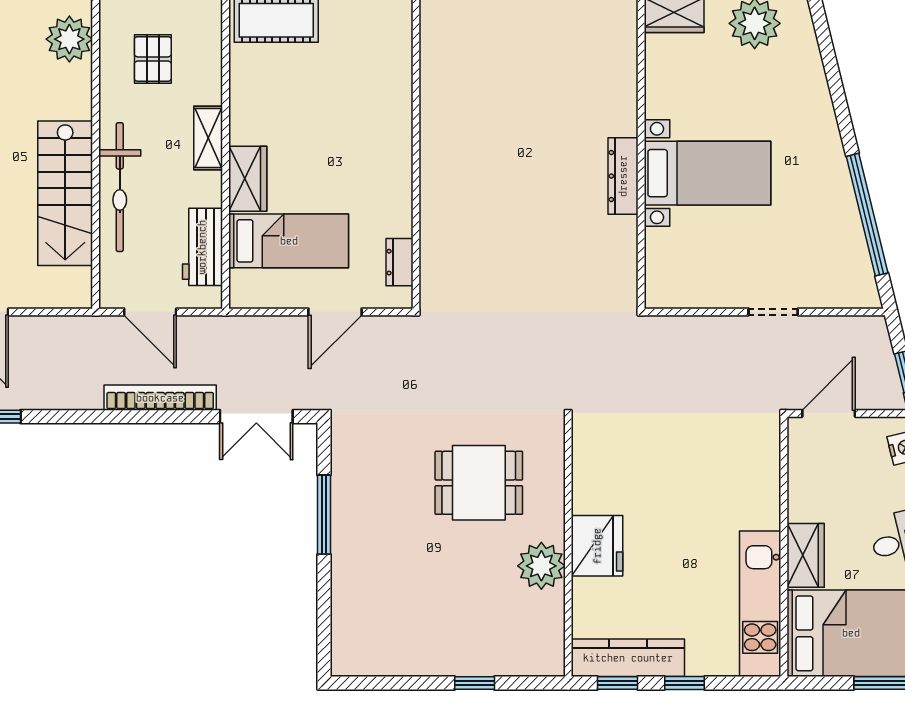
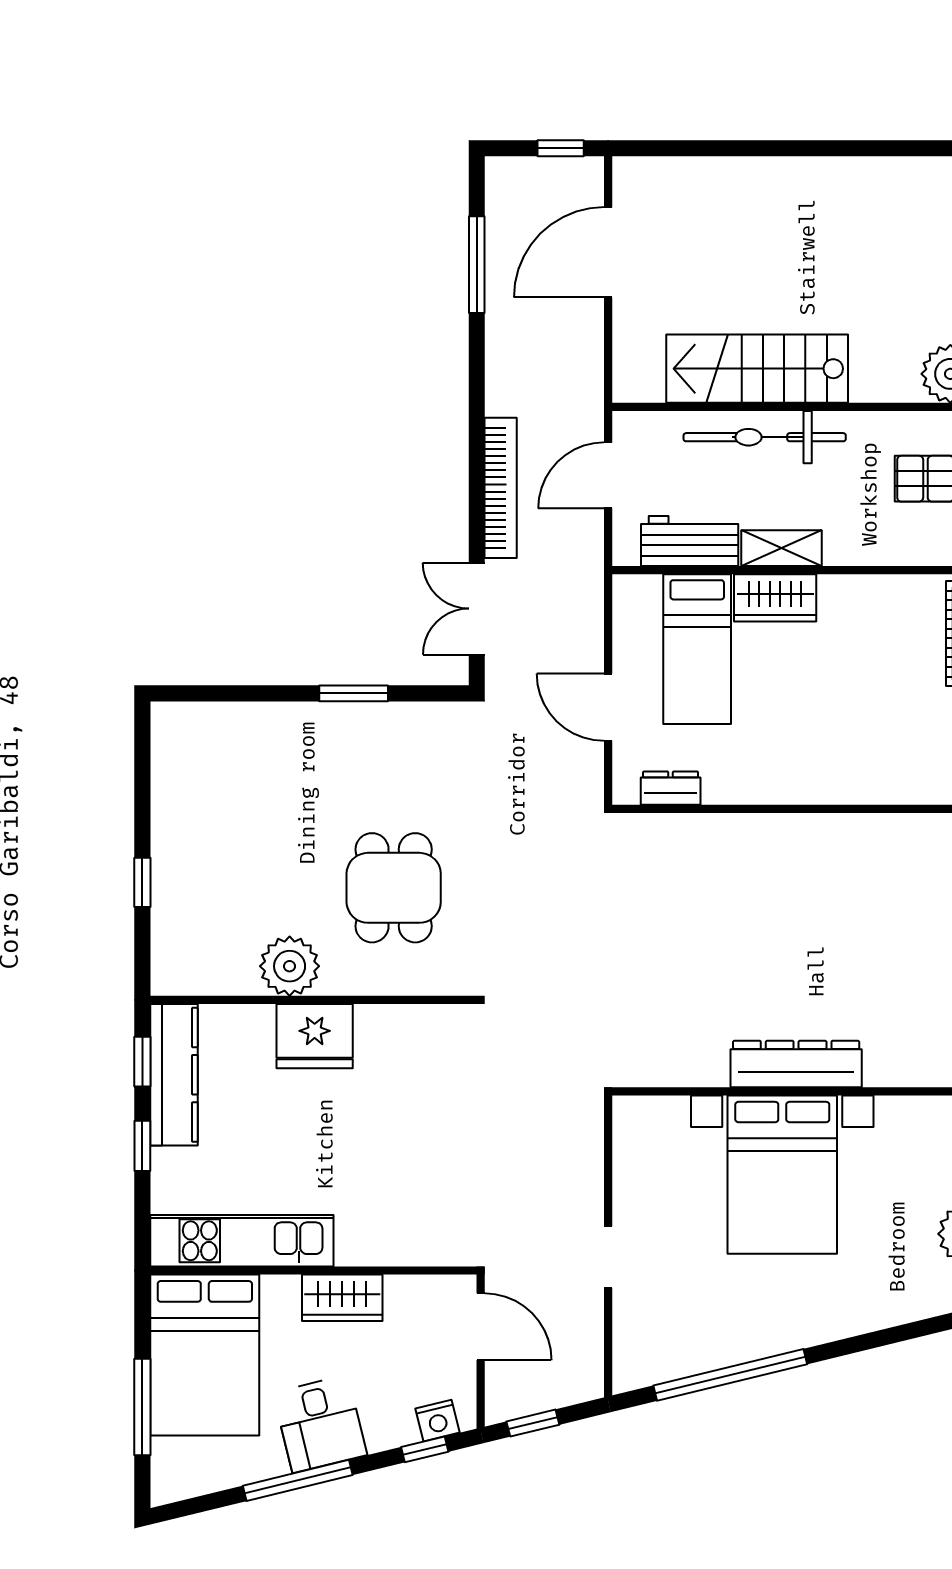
shelving: (208, 138) -> (781, 548), moved
bed with nightstands: (707, 173) -> (782, 1175), width x1.36
dresser: (623, 176) -> (796, 1064), width x1.37, depth x1.24
window: (324, 515) -> (354, 693), width x0.69
wardrobe: (806, 555) -> (342, 1298), moved

